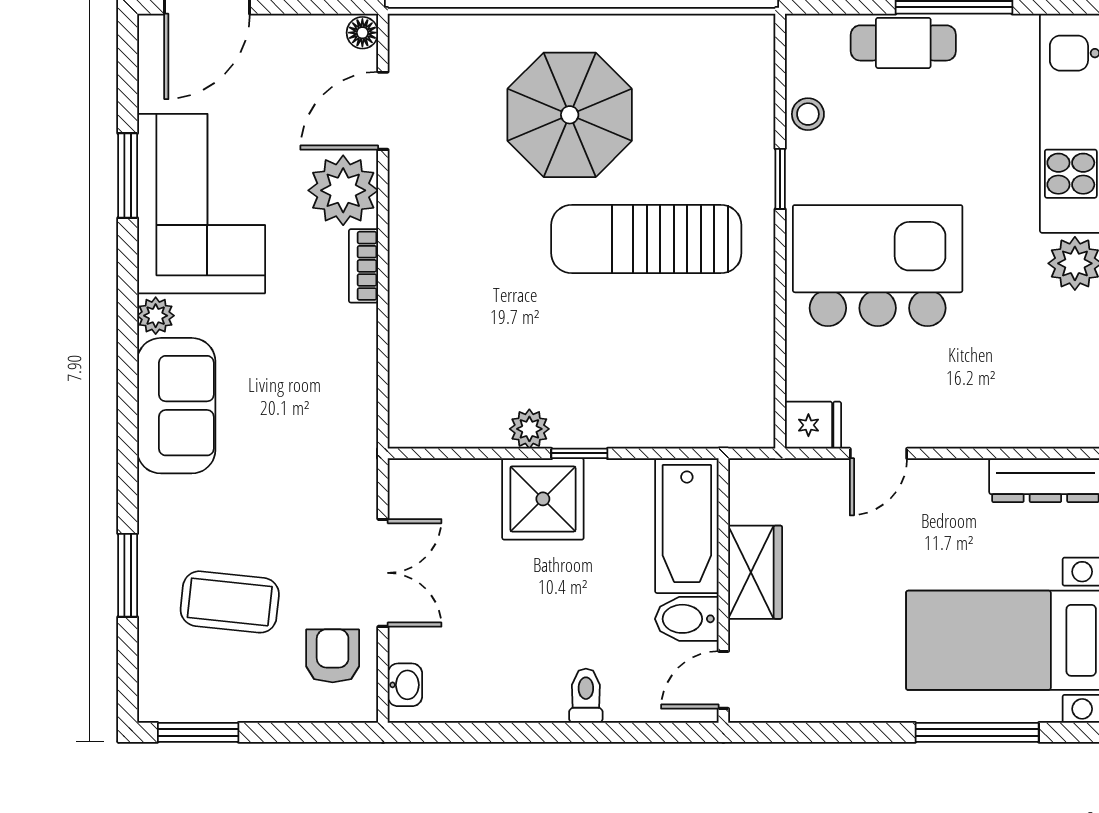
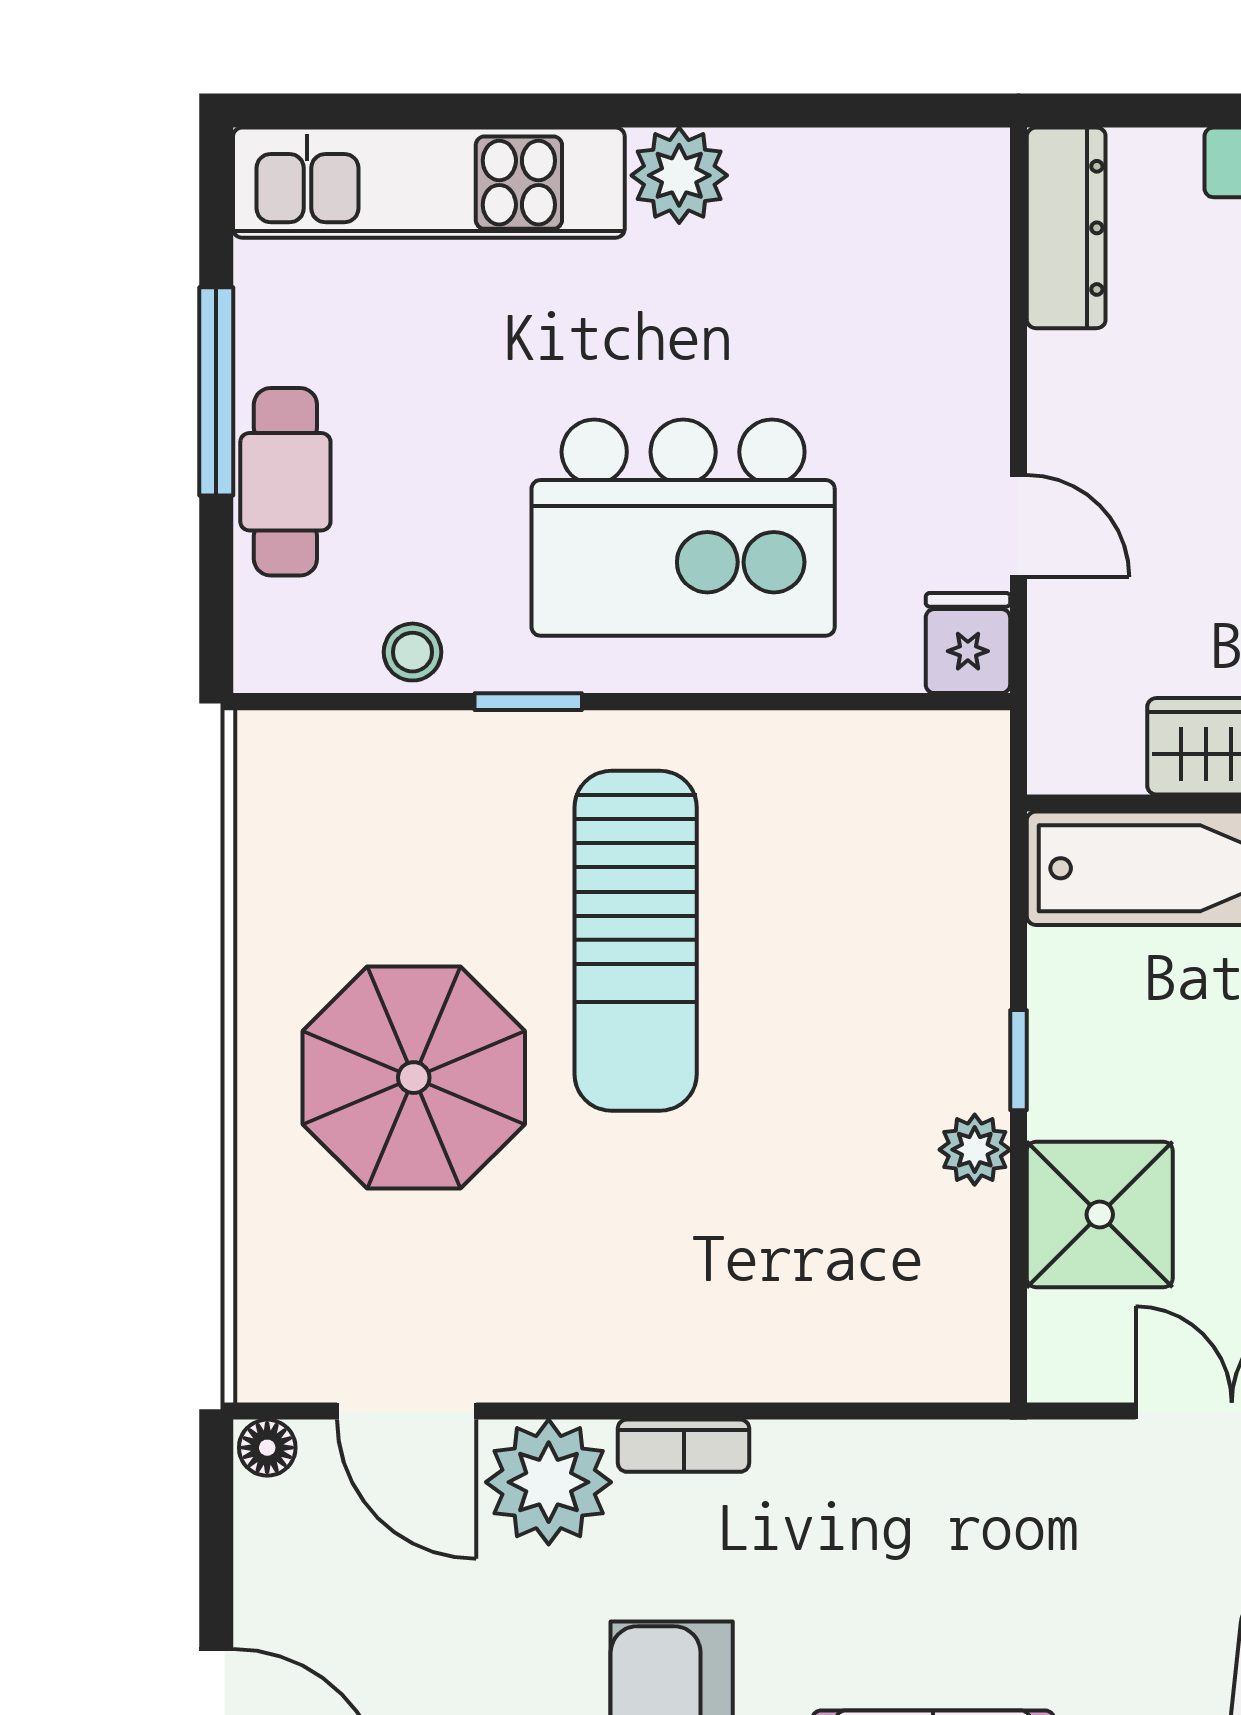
kitchen island: (878, 266) -> (683, 528), turned -90
shower: (543, 499) -> (1100, 1214), moved

